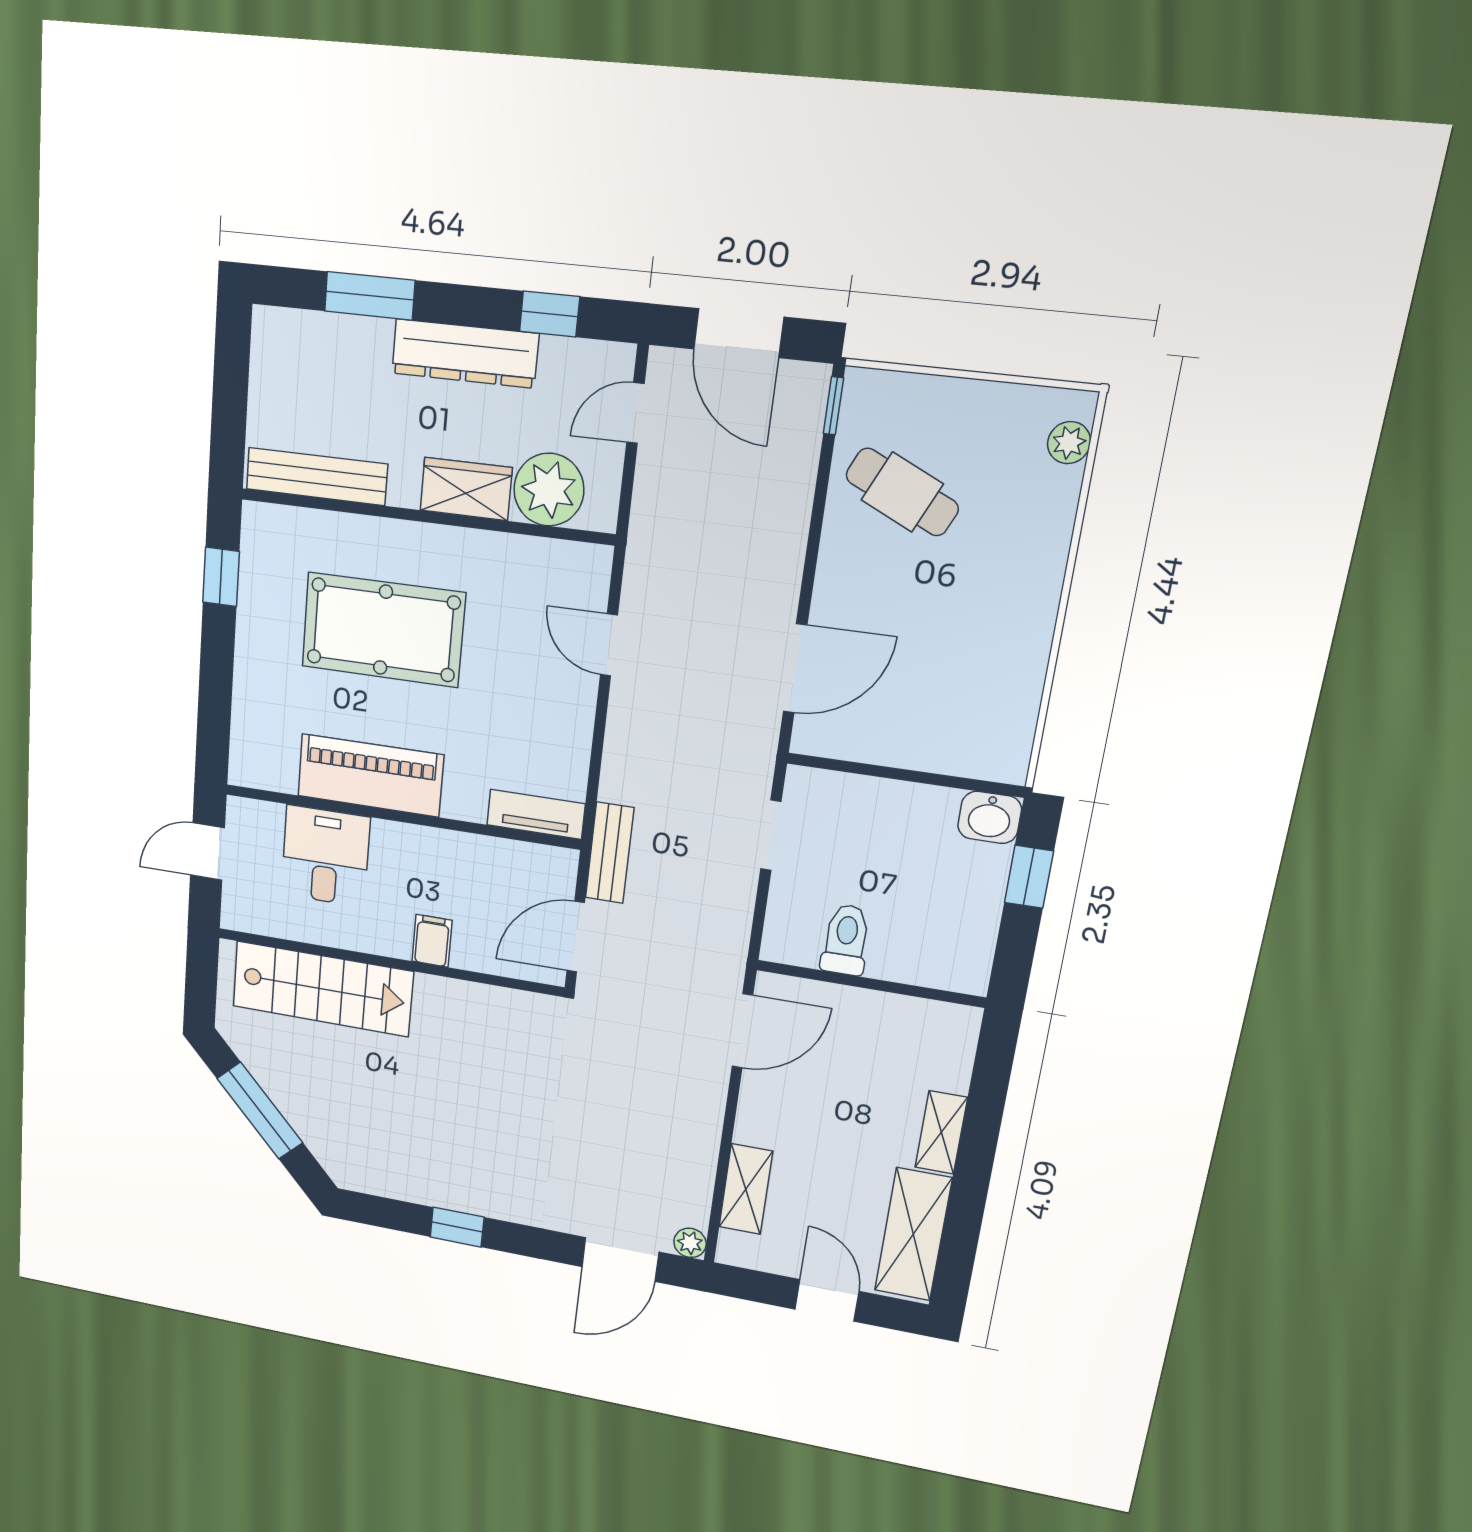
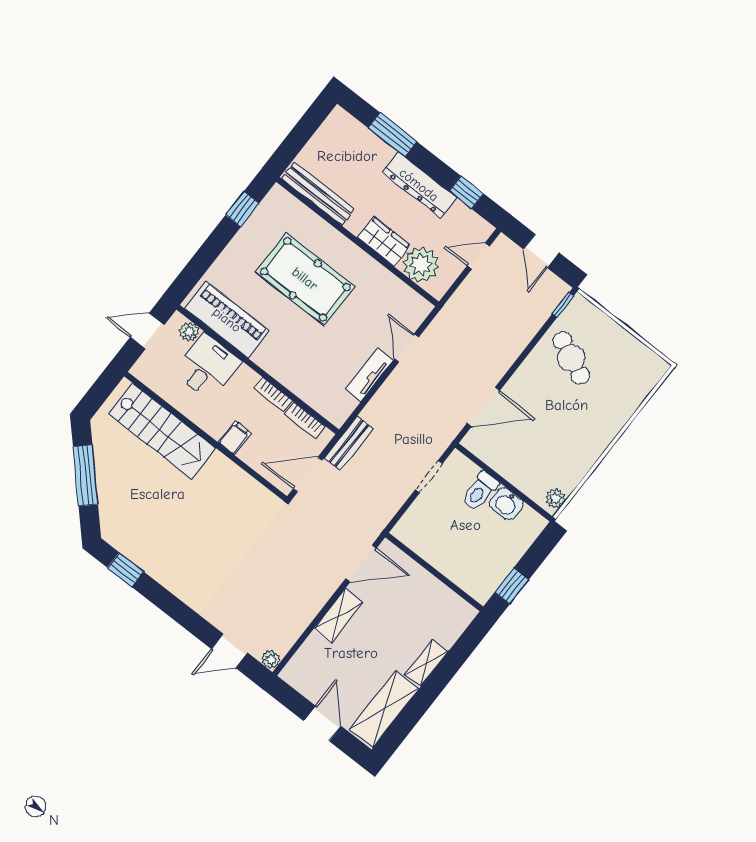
door: (739, 333) -> (541, 251), width x0.73
plant: (1069, 443) -> (555, 498), moved
piano: (370, 775) -> (227, 320), moved
tv unit: (536, 814) -> (369, 375), moved, turned -90
washbasin: (990, 817) -> (506, 504), moved
plant: (266, 818) -> (189, 332), added
bookcase: (447, 843) -> (273, 395), added
bookcase: (520, 855) -> (305, 420), added
window: (1029, 877) -> (512, 586), moved
toilet: (846, 940) -> (480, 491), moved, turned 180
shelving: (746, 1189) -> (338, 616), moved
window: (457, 1227) -> (125, 570), moved
door: (620, 1259) -> (229, 651), width x0.73

